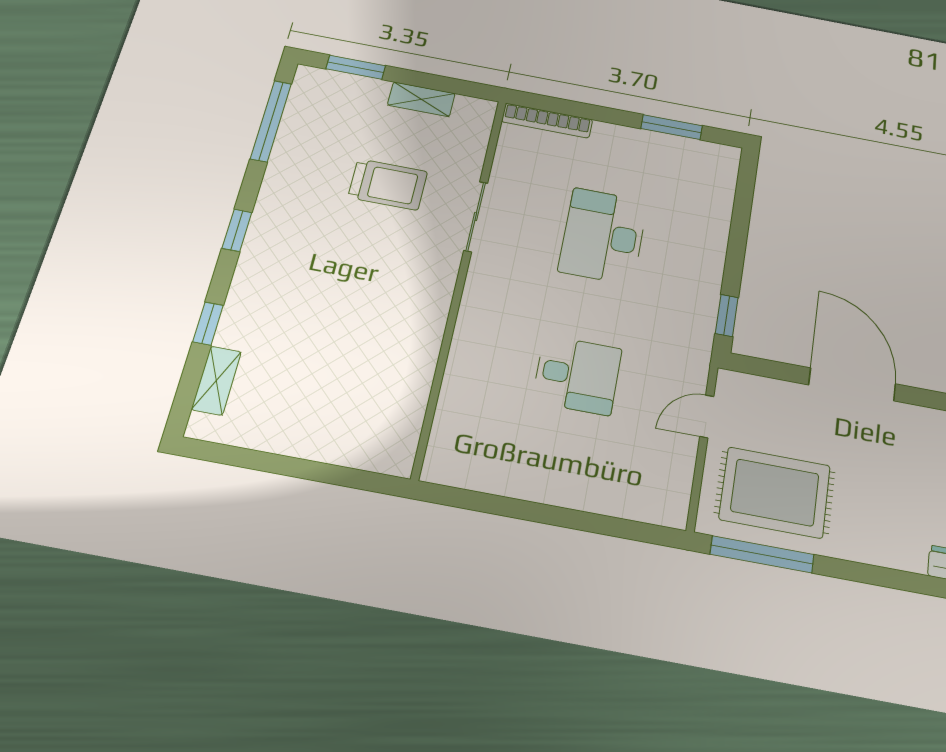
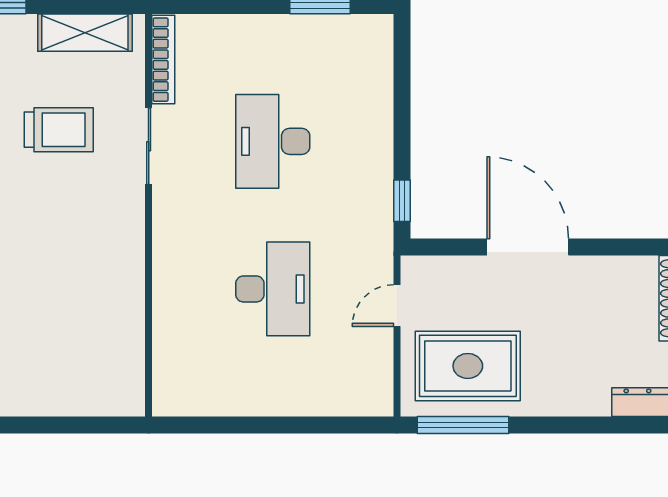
shelving: (421, 99) -> (85, 33), width x1.50, depth x1.33
bookcase: (547, 121) -> (163, 60), moved, turned -90
desk: (577, 375) -> (273, 289), width x1.37

